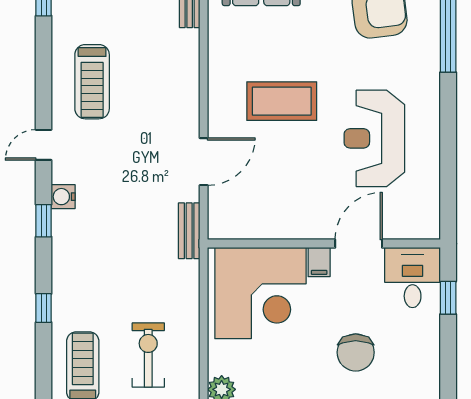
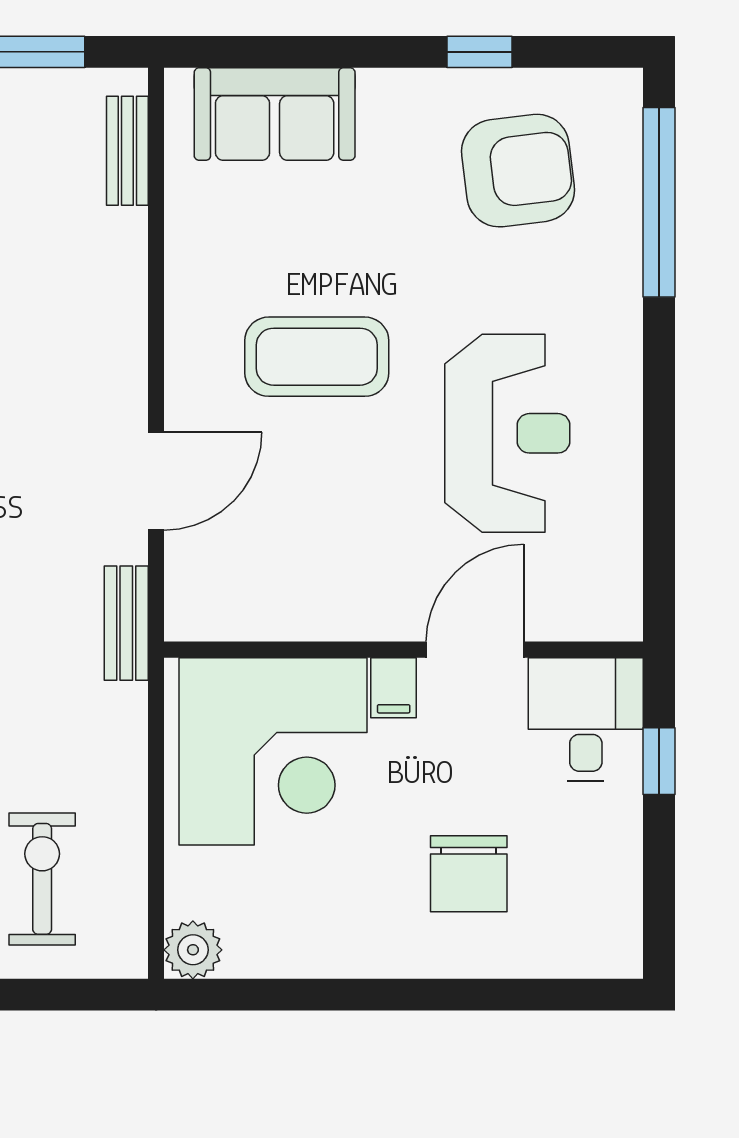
reception desk: (374, 138) -> (507, 433), turned 180

